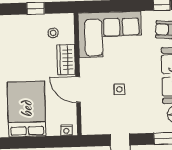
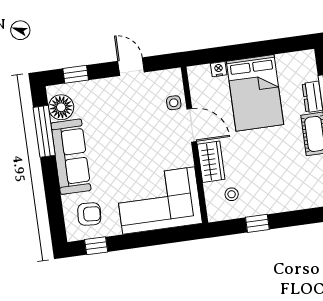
side table: (119, 89) -> (174, 103), moved
nightstand: (66, 130) -> (219, 69), moved

